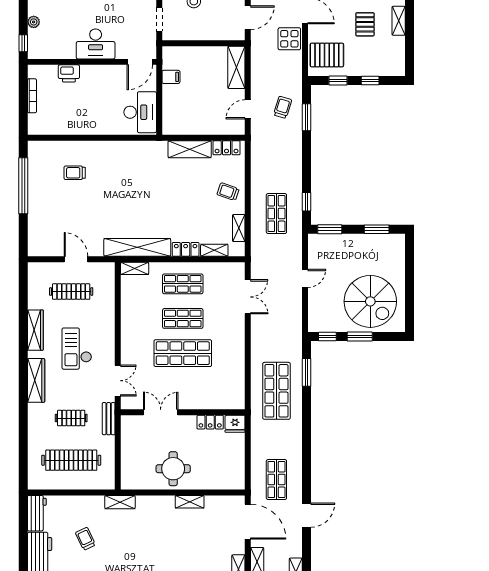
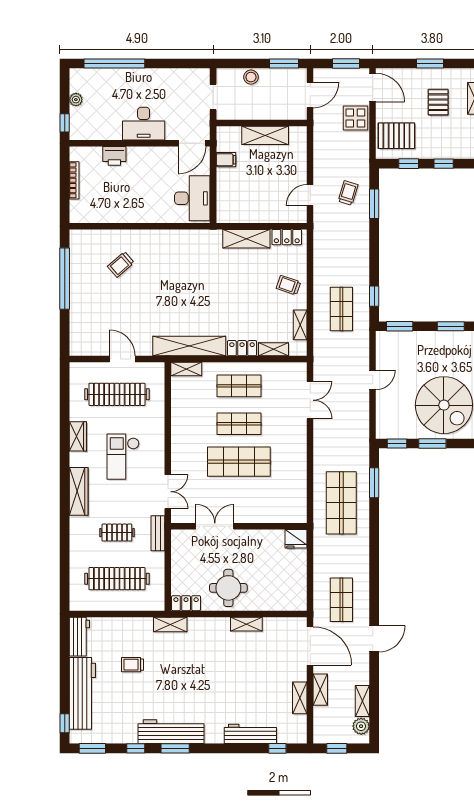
shelving: (236, 67) -> (265, 135), moved, turned 90
trolley: (75, 173) -> (121, 264), turned -41
clothes rail: (71, 292) -> (117, 394), width x1.37, depth x1.31
wardrobe: (35, 330) -> (78, 436), width x0.67
locker: (210, 422) -> (186, 603), moved, turned 180
trolley: (85, 539) -> (133, 665), turned -65

